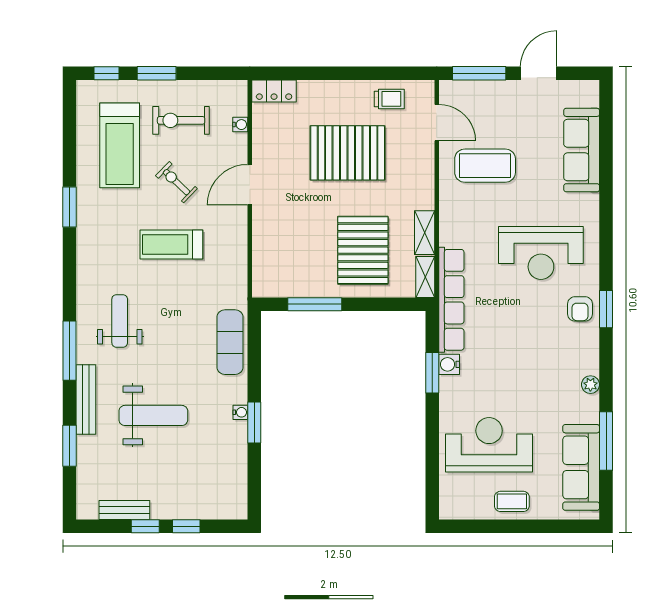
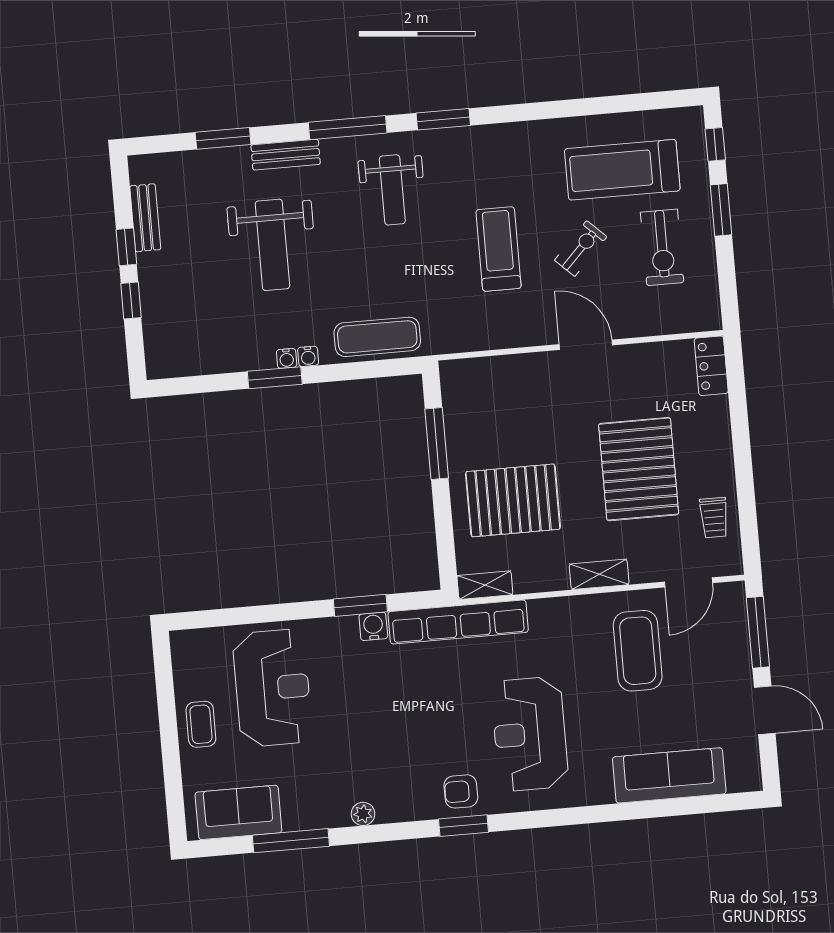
exercise bike: (181, 120) -> (662, 247), turned 180
water cooler: (240, 125) -> (308, 356), moved
window: (69, 207) -> (443, 119), moved
shelving: (425, 233) -> (599, 574), moved
weight bench: (120, 321) -> (392, 190), turned 90
bench: (86, 400) -> (286, 155), width x0.73
sofa: (581, 467) -> (238, 812), width x0.73

